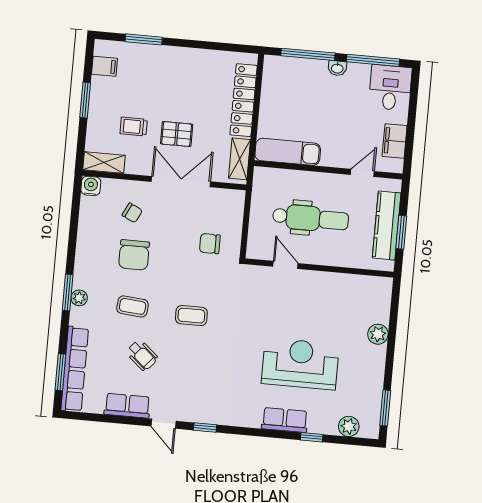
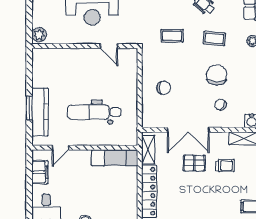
door: (285, 265) -> (109, 46), moved
wall: (319, 268) -> (85, 46), moved

